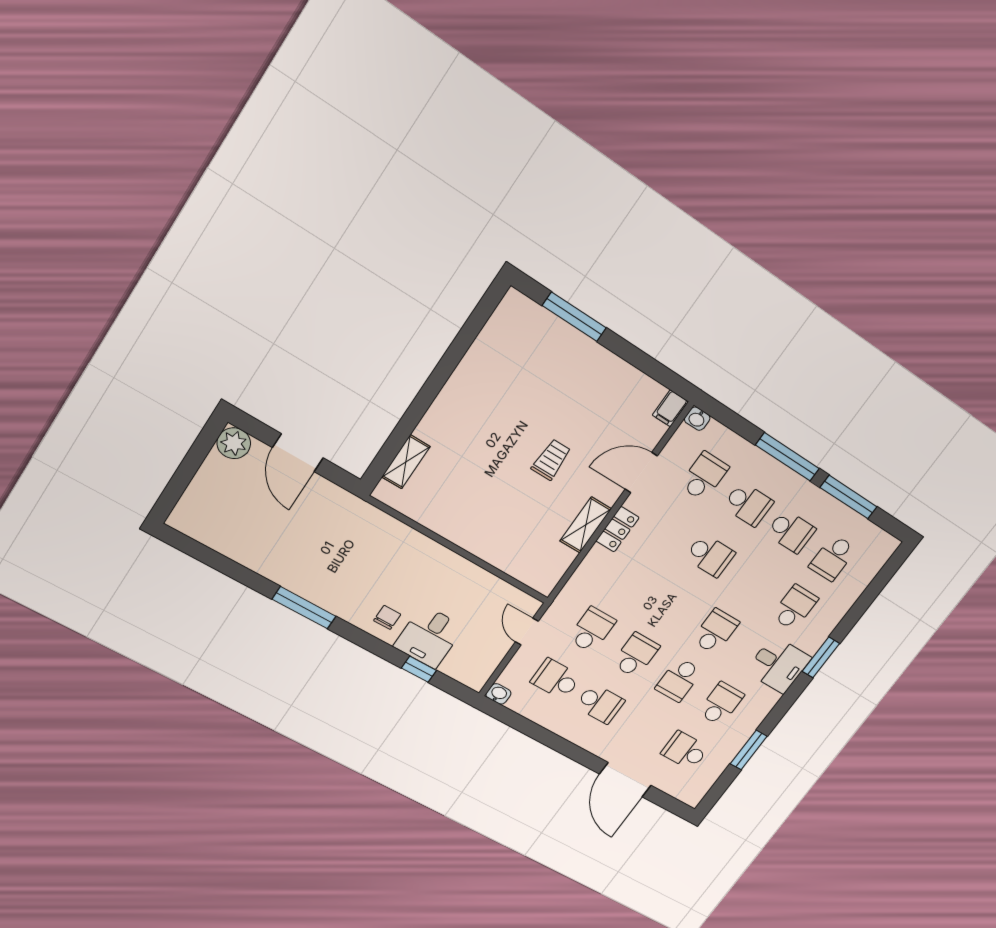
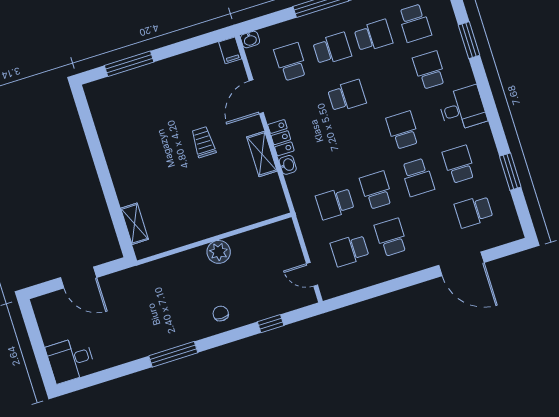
plant: (234, 443) -> (219, 252), moved
school desk: (592, 630) -> (335, 203), turned -90
door: (527, 632) -> (312, 274), moved
desk: (429, 637) -> (71, 360), moved, turned 90
window: (821, 657) -> (469, 40), moved
washbasin: (498, 694) -> (288, 165), moved, turned 90
school desk: (600, 704) -> (391, 237), turned -90

